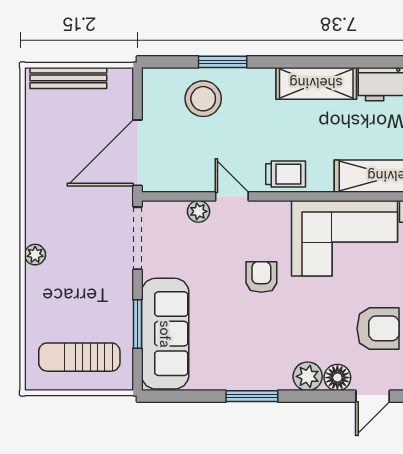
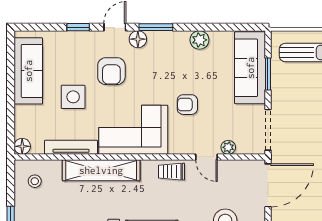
armchair: (261, 277) -> (187, 105), turned 90
armchair: (378, 328) -> (111, 71), turned -90
plant: (308, 376) -> (199, 40), moved
window: (252, 396) -> (156, 27), moved

